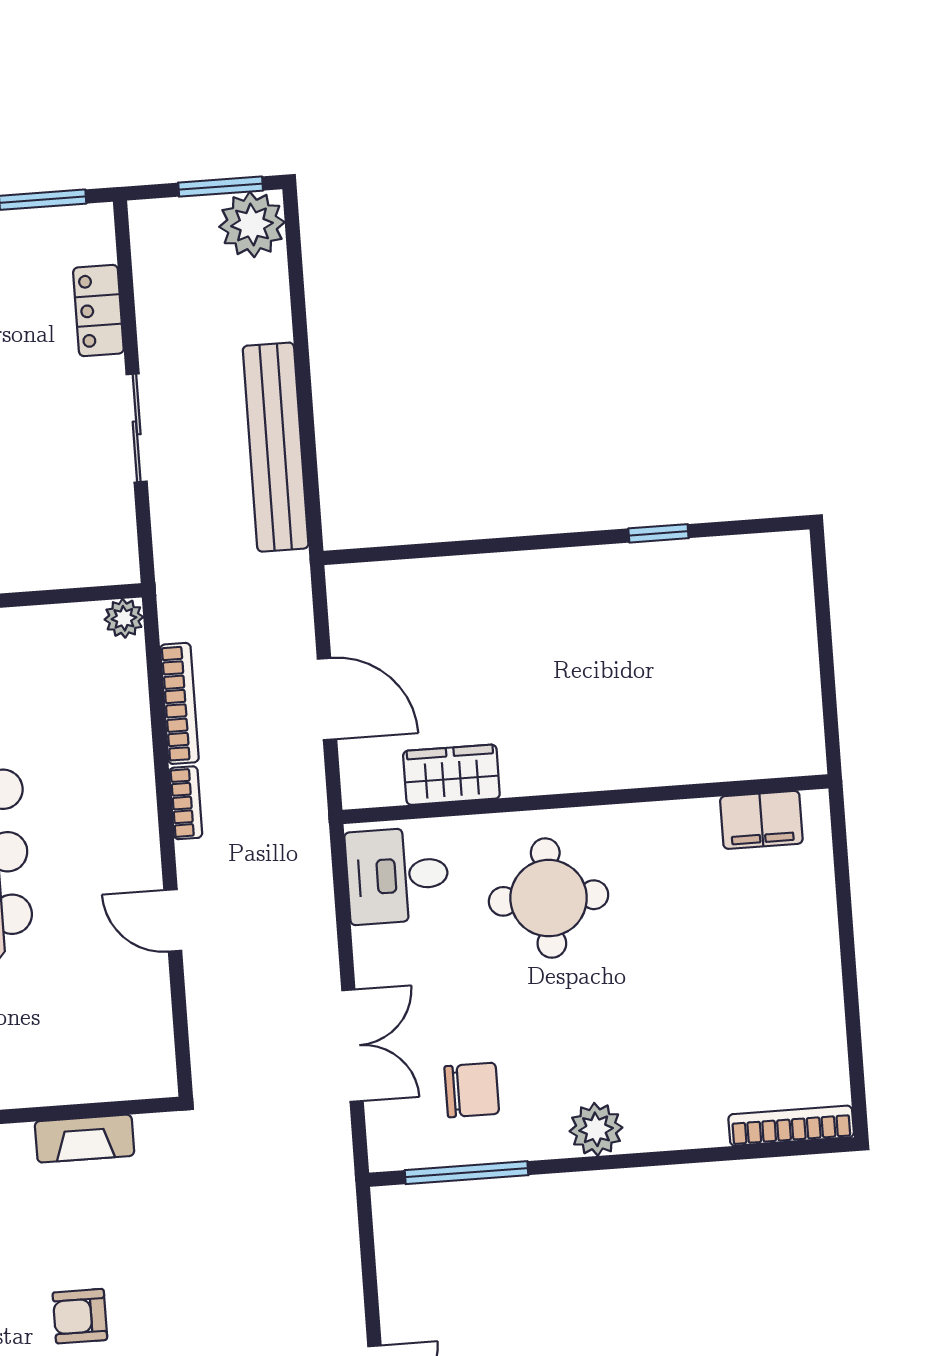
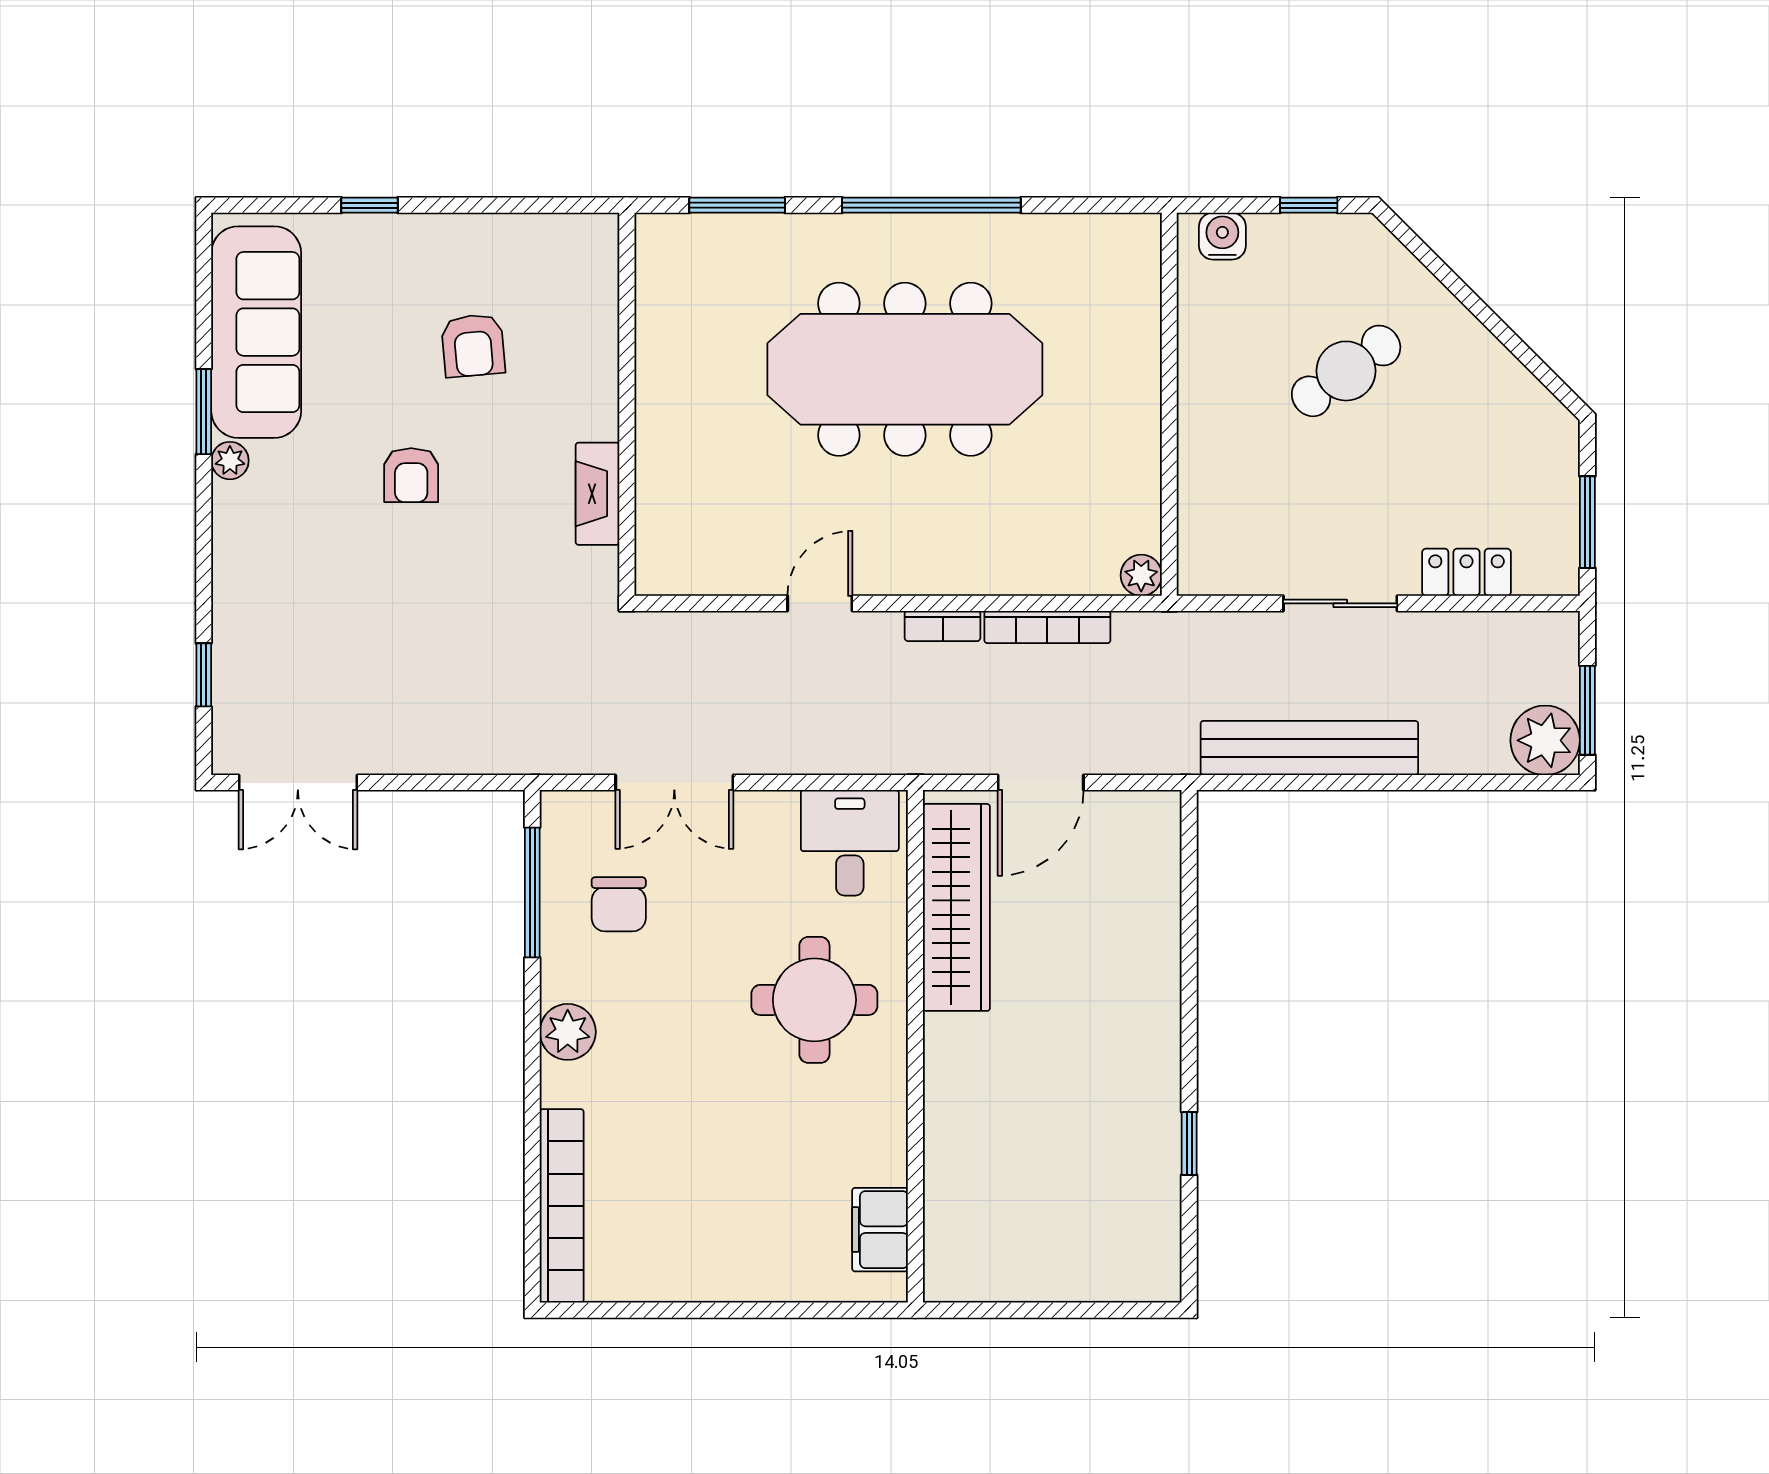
wardrobe: (451, 775) -> (956, 907), width x2.10, depth x1.17
bookcase: (791, 1126) -> (562, 1206), width x1.48, depth x1.31
armchair: (80, 1316) -> (411, 475), turned 180

